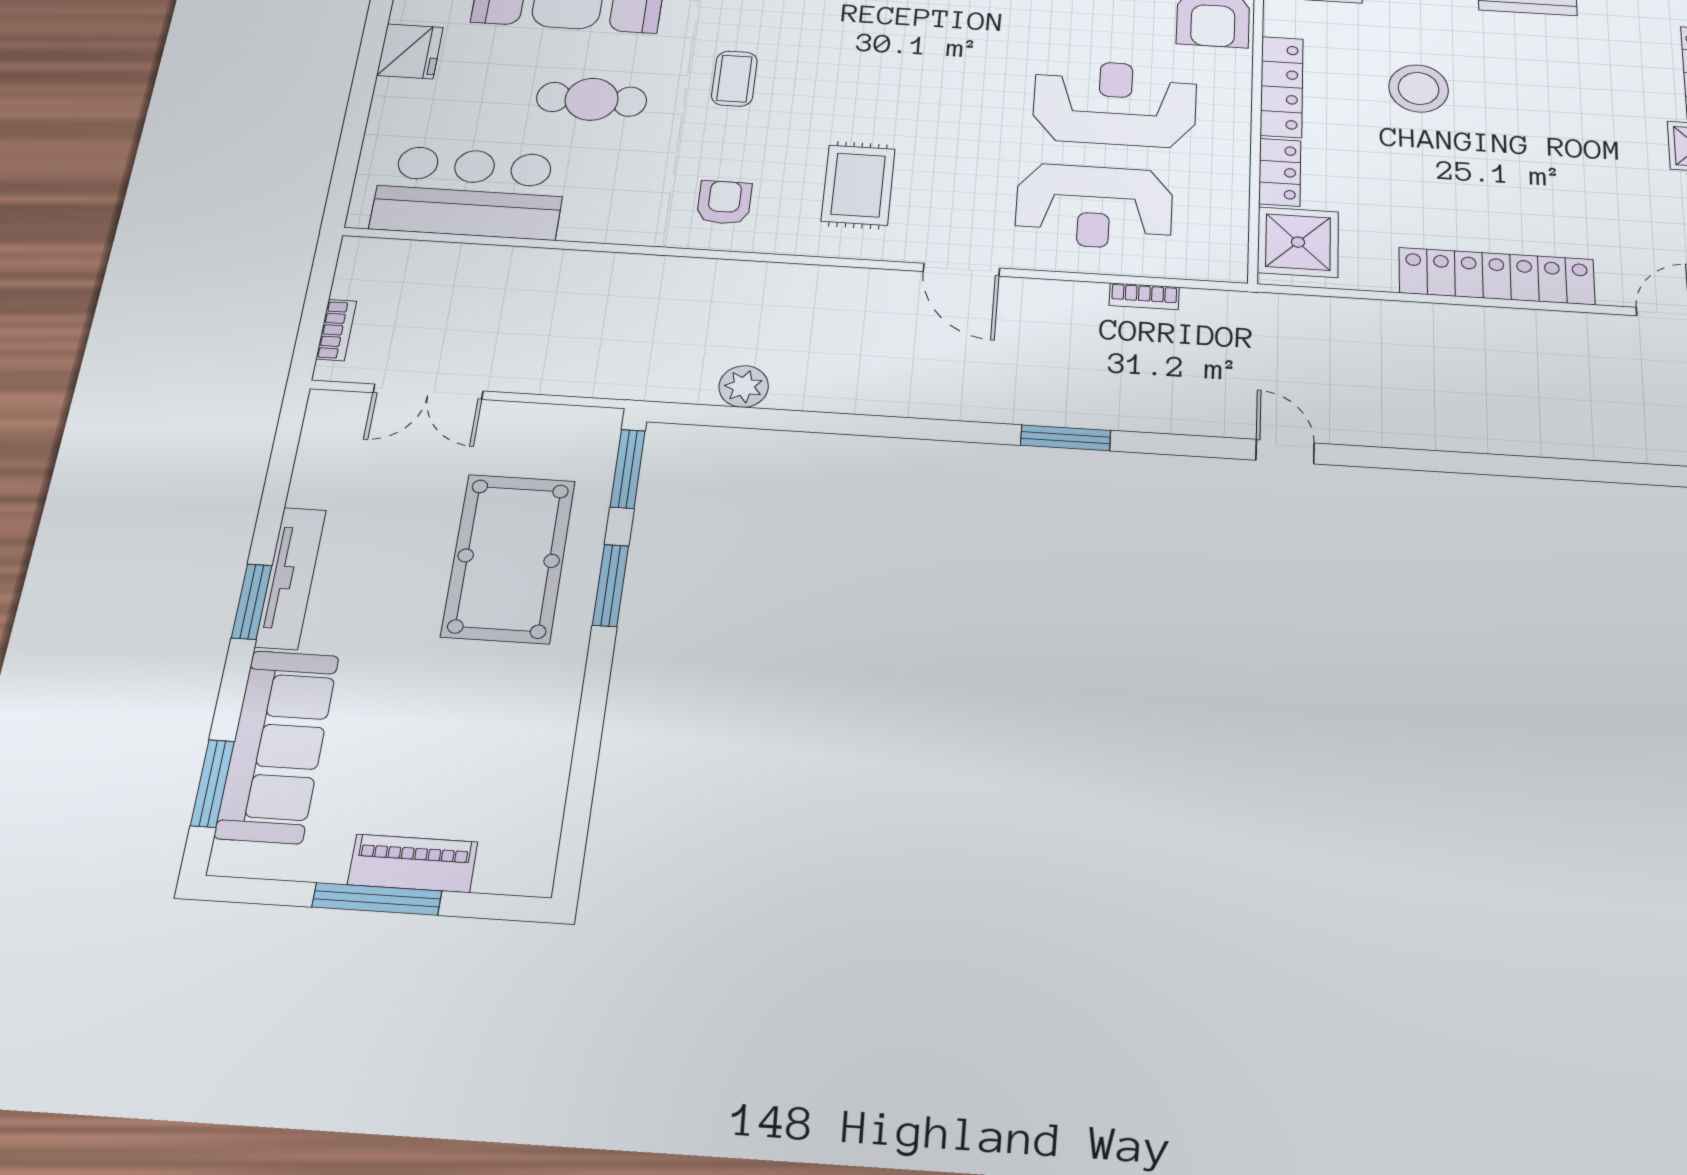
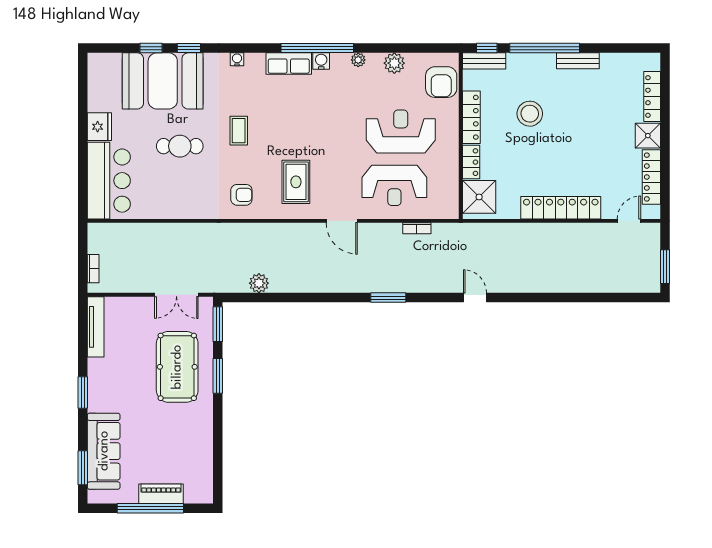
bar counter: (470, 192) -> (109, 181), moved, turned 90
armchair: (724, 202) -> (241, 195), turned 90
double door: (428, 392) -> (176, 295), moved
tv unit: (291, 578) -> (96, 327), moved
window: (377, 899) -> (150, 508), width x1.46

